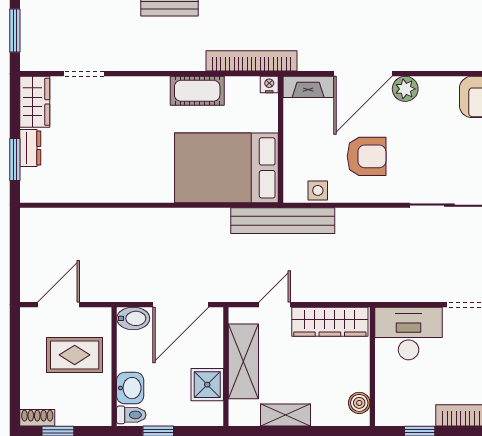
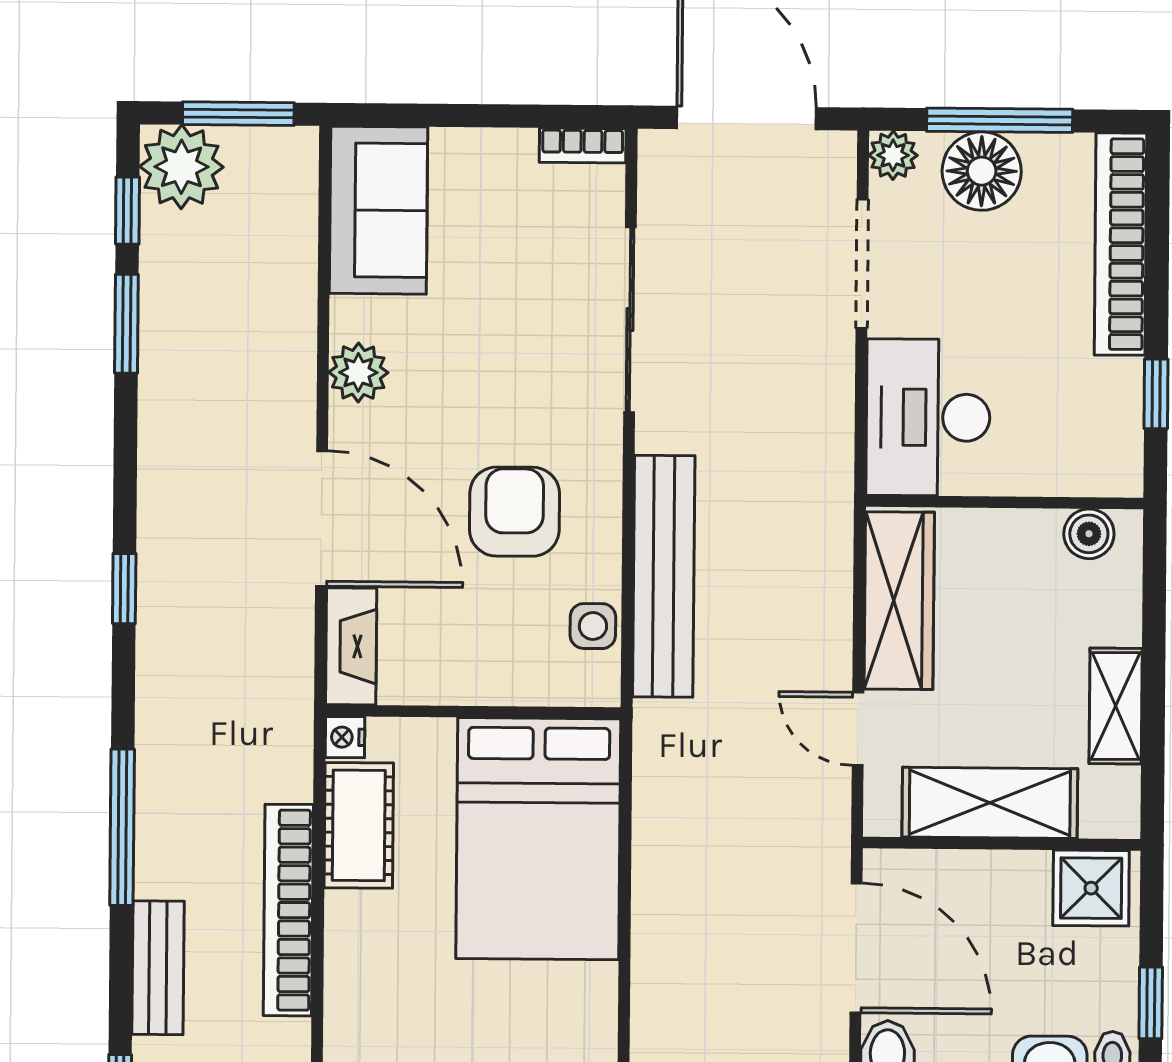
bookcase: (251, 61) -> (288, 910), moved
plant: (405, 89) -> (358, 372), moved
cot: (197, 91) -> (359, 825), moved
bench: (283, 221) -> (664, 576), moved
shower: (207, 385) -> (1091, 888), moved

